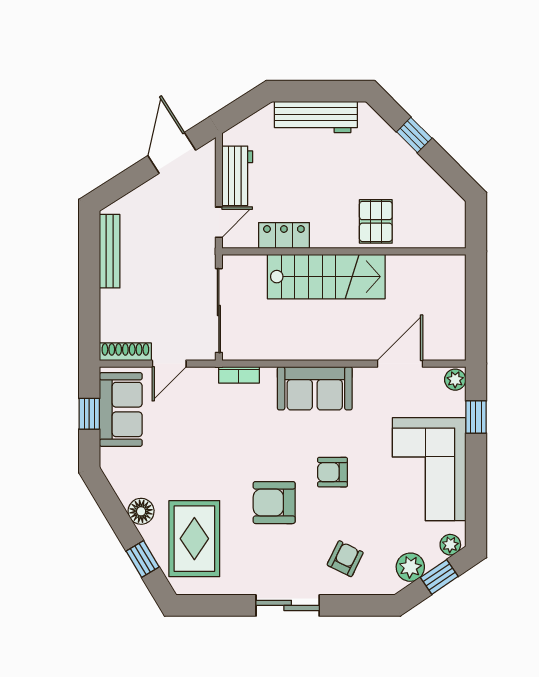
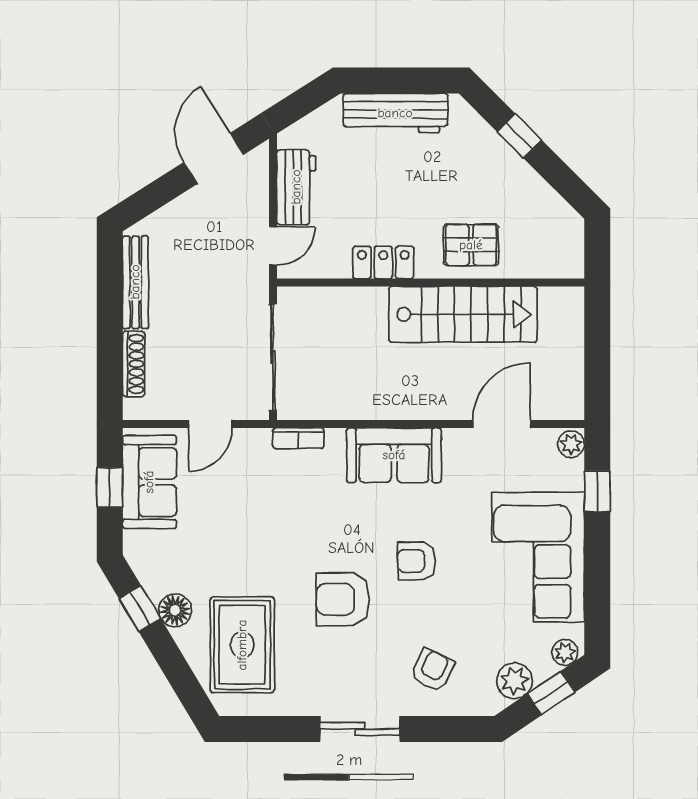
pallet: (376, 221) -> (471, 245), turned 90
locker: (284, 235) -> (383, 262), moved
stairs: (326, 277) -> (463, 314), moved
shoe rack: (125, 352) -> (134, 364), moved, turned 90
window: (143, 559) -> (140, 609), moved

